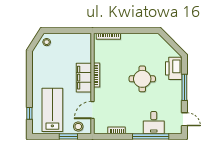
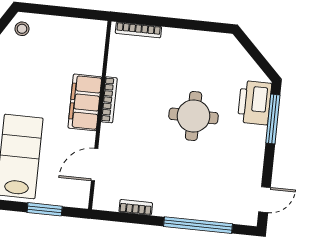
window: (184, 87) -> (273, 119), moved
door: (184, 119) -> (265, 200), hinge flipped
desk: (154, 123) -> (207, 200), removed
stool: (78, 126) -> (65, 193), removed

